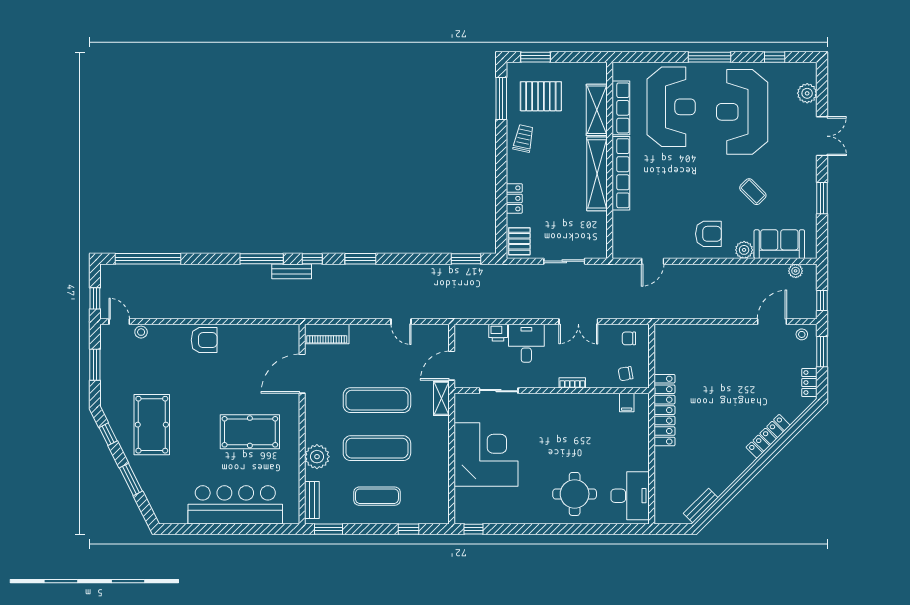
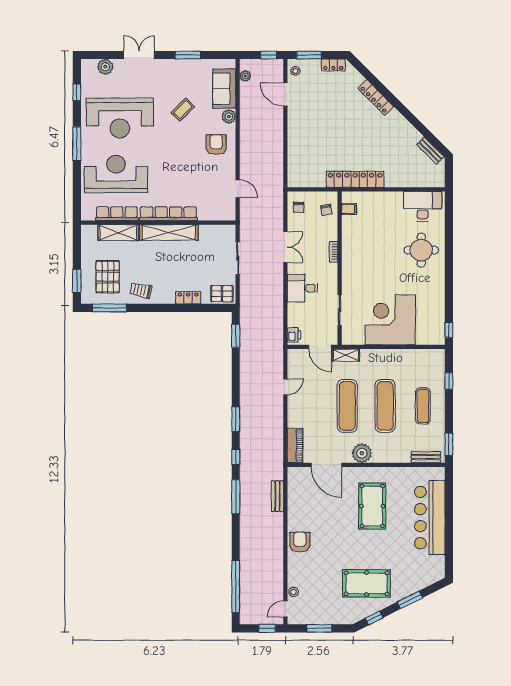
bench: (292, 271) -> (277, 496), moved
printer: (498, 333) -> (294, 335), moved
plant: (317, 457) -> (362, 453), moved

